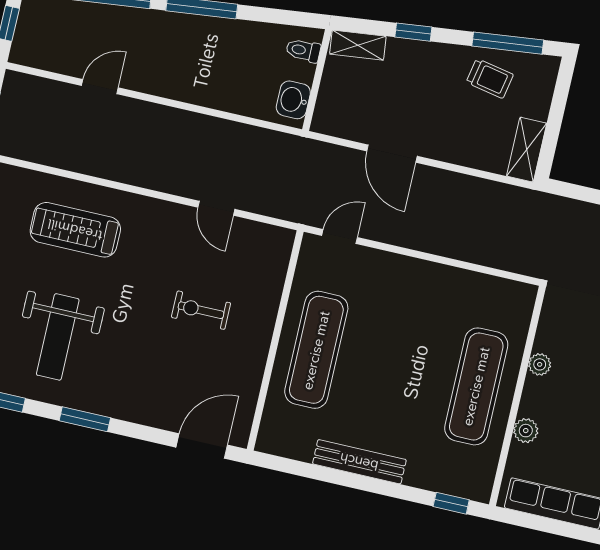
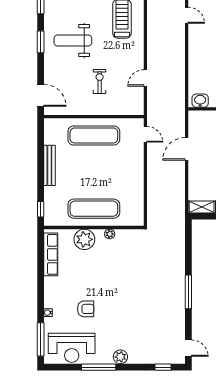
weight bench: (58, 337) -> (73, 41), moved
plant: (526, 431) -> (84, 239), width x1.87, depth x1.87

